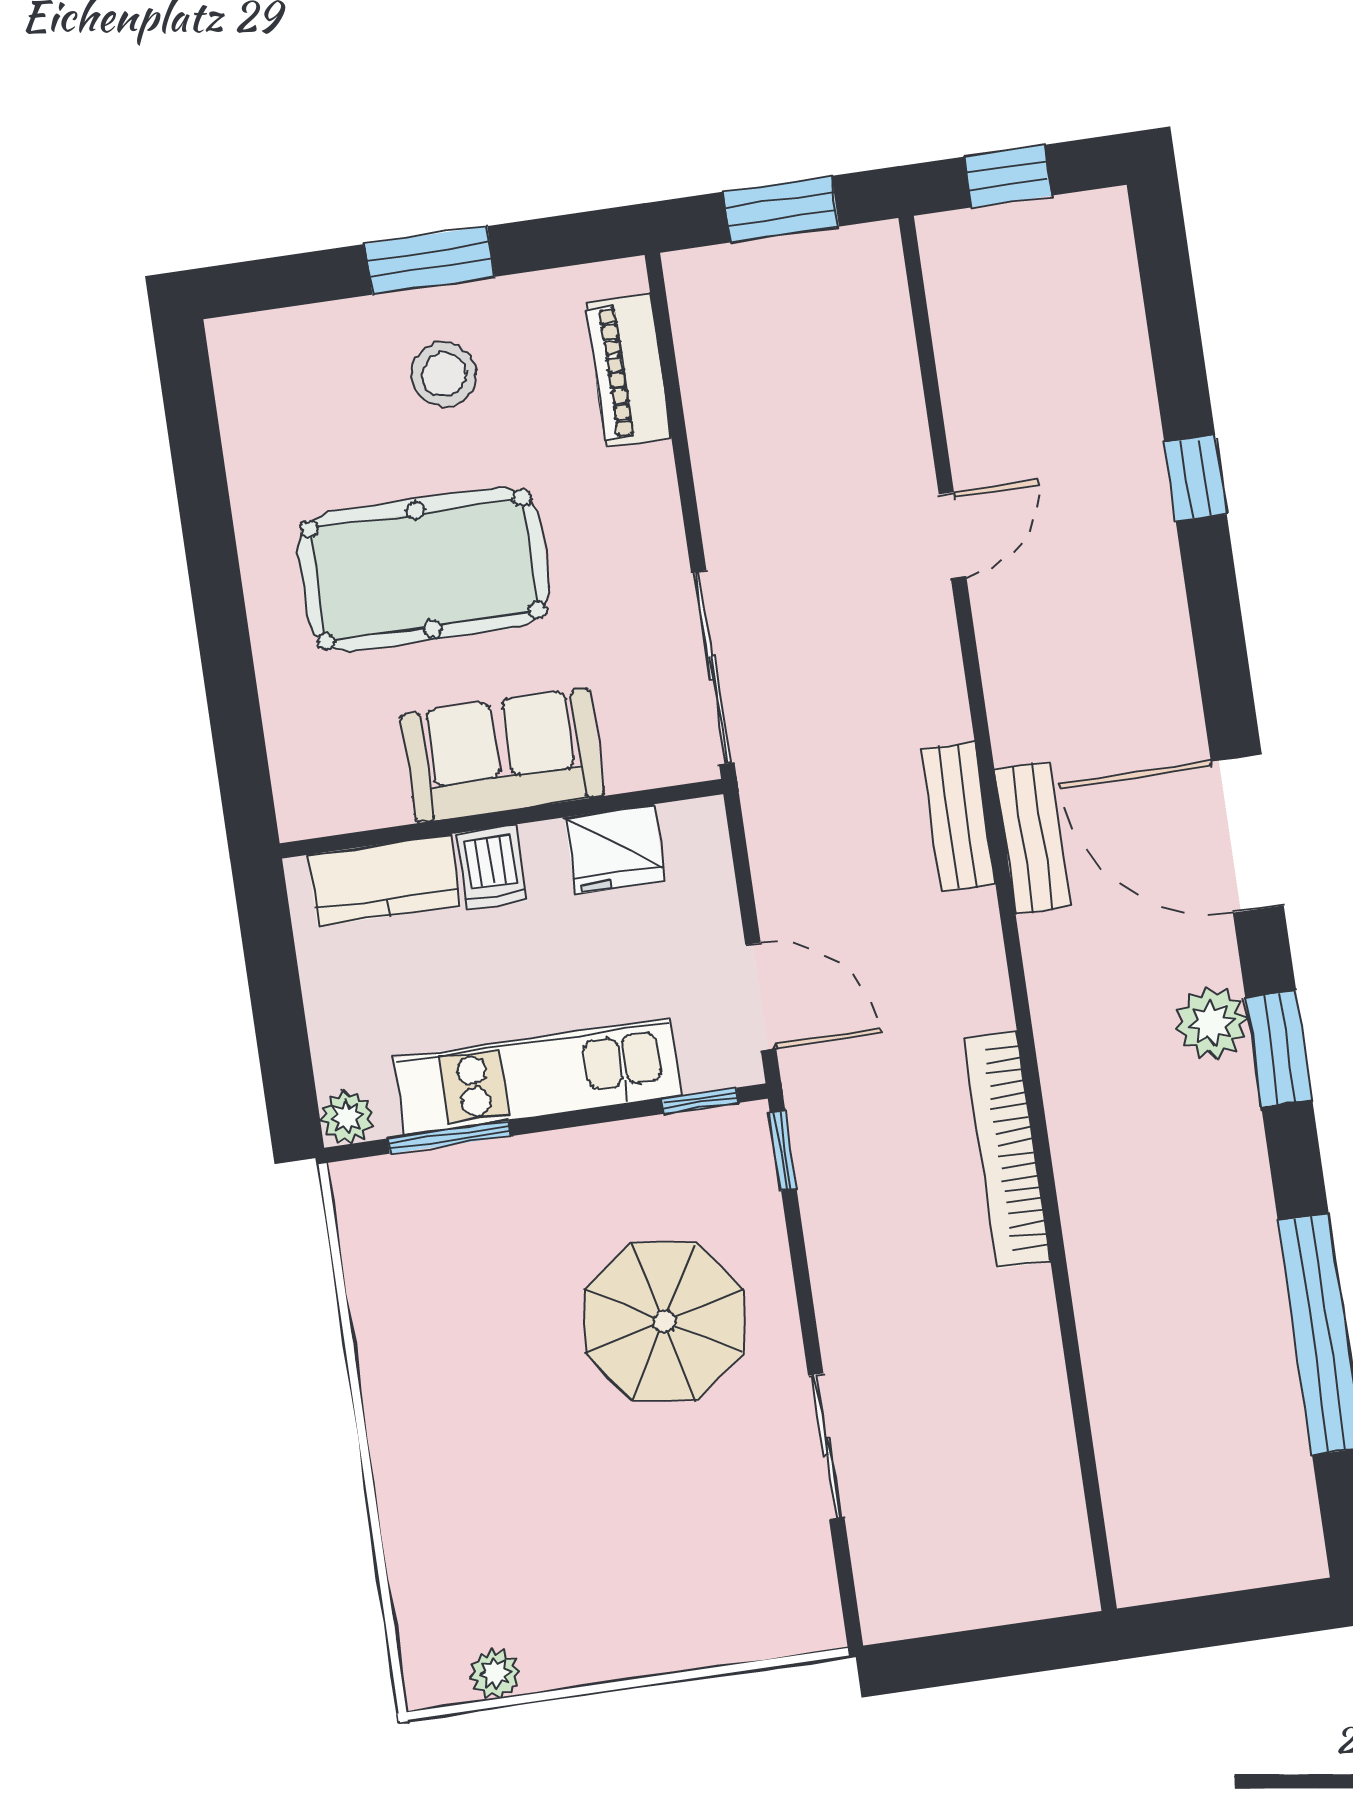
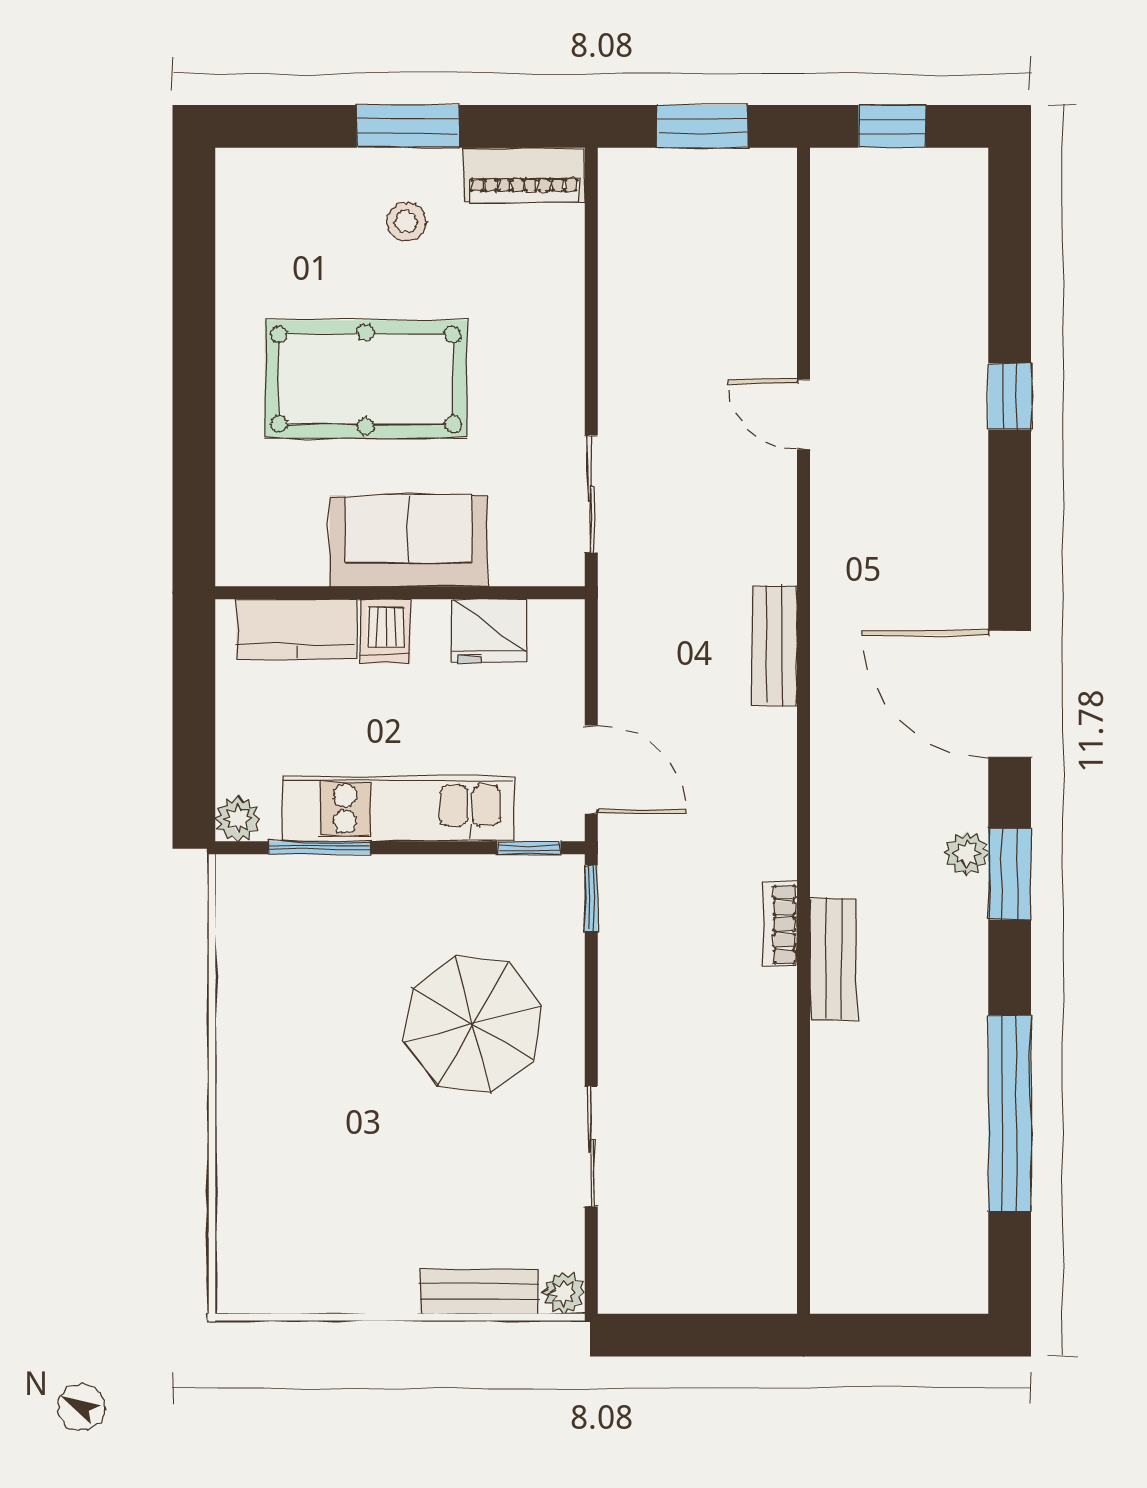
piano: (628, 371) -> (524, 175), moved, turned -90
stool: (444, 374) -> (406, 221), width x0.73, depth x0.73
door: (952, 535) -> (804, 414), swing flipped
sliding door: (713, 667) -> (591, 494), width x0.73
bench: (1033, 838) -> (833, 959), moved
plant: (1212, 1023) -> (966, 853), width x0.73, depth x0.73
bookcase: (1007, 1149) -> (780, 924), width x0.43, depth x0.76
bench: (718, 1639) -> (479, 1291), added
plant: (495, 1673) -> (564, 1293), moved

